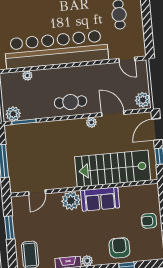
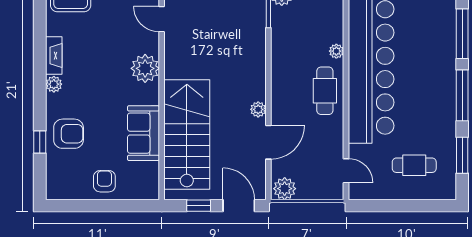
door: (127, 60) -> (346, 171), swing flipped
plant: (27, 76) -> (336, 51), moved
cafe table: (71, 102) -> (325, 91), moved
sofa: (100, 199) -> (143, 133), moved

